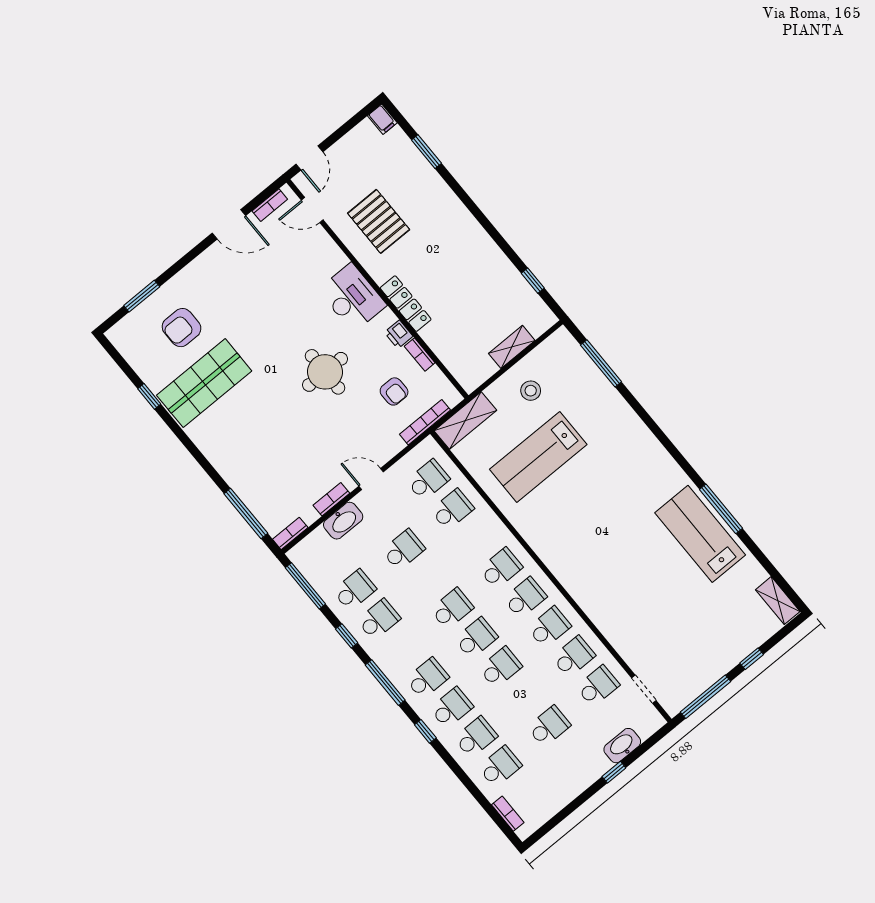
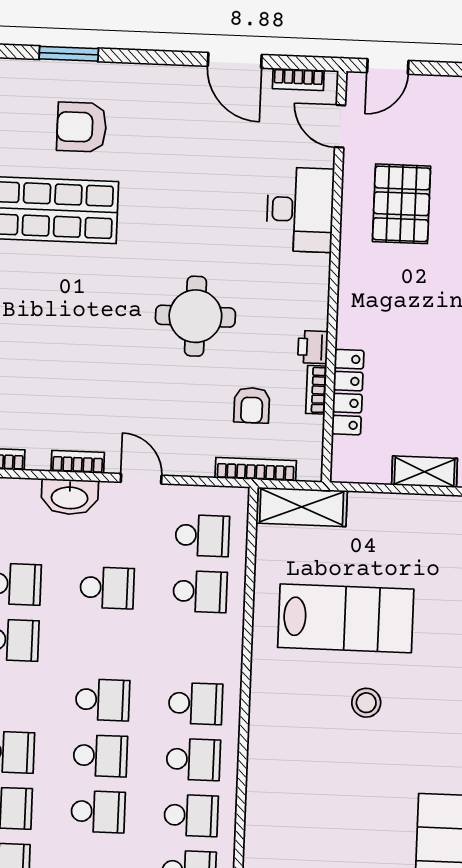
desk: (352, 298) -> (300, 210), moved
locker: (406, 304) -> (348, 392), moved
stool: (531, 391) -> (366, 703), moved
lab bench: (538, 457) -> (346, 618), turned 180

